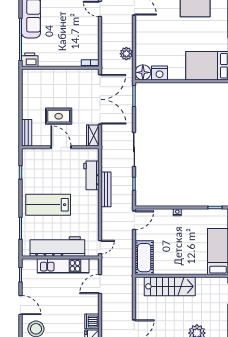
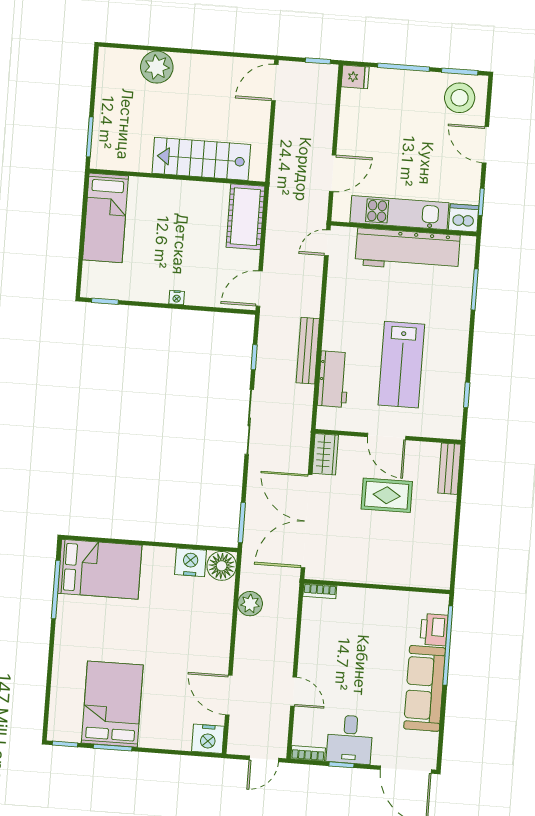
printer: (30, 60) -> (434, 630), moved, turned 90
lab bench: (48, 205) -> (401, 365), moved, turned 90
dishwasher: (92, 321) -> (464, 218), moved, turned -90

